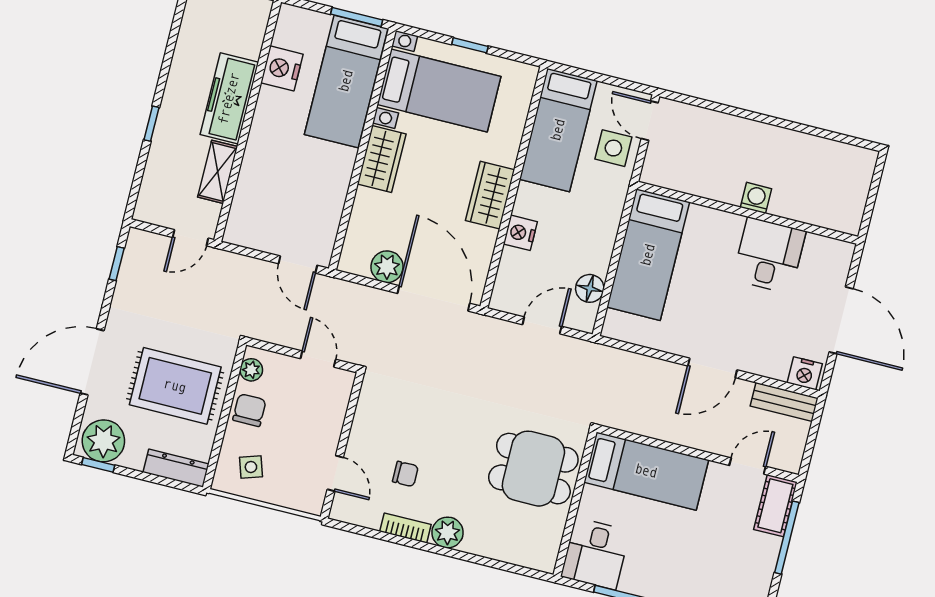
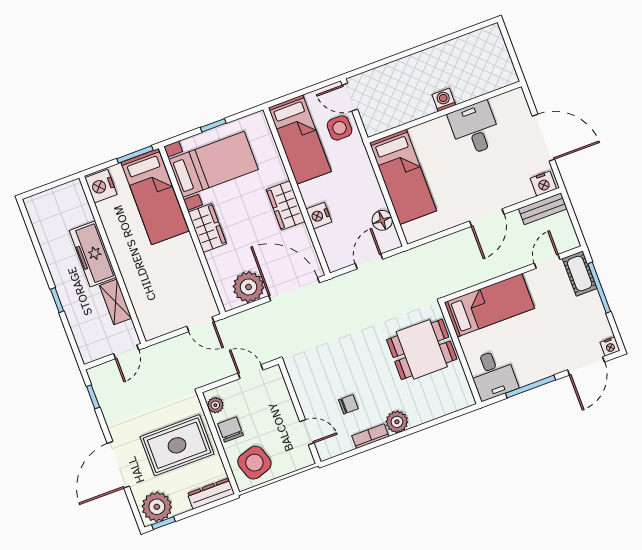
nightstand: (282, 68) -> (101, 186), moved
plant: (387, 267) -> (249, 287), width x1.36, depth x1.36
side table: (251, 467) -> (254, 463), width x1.87, depth x1.87

